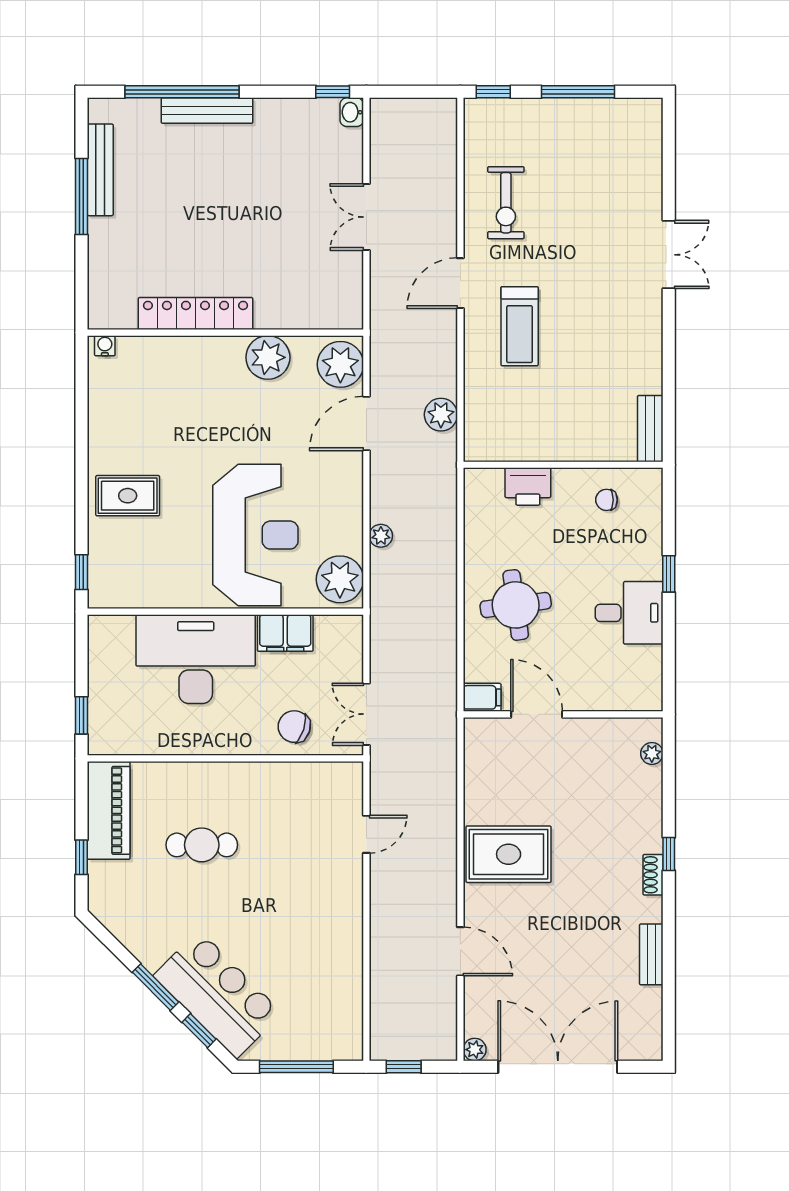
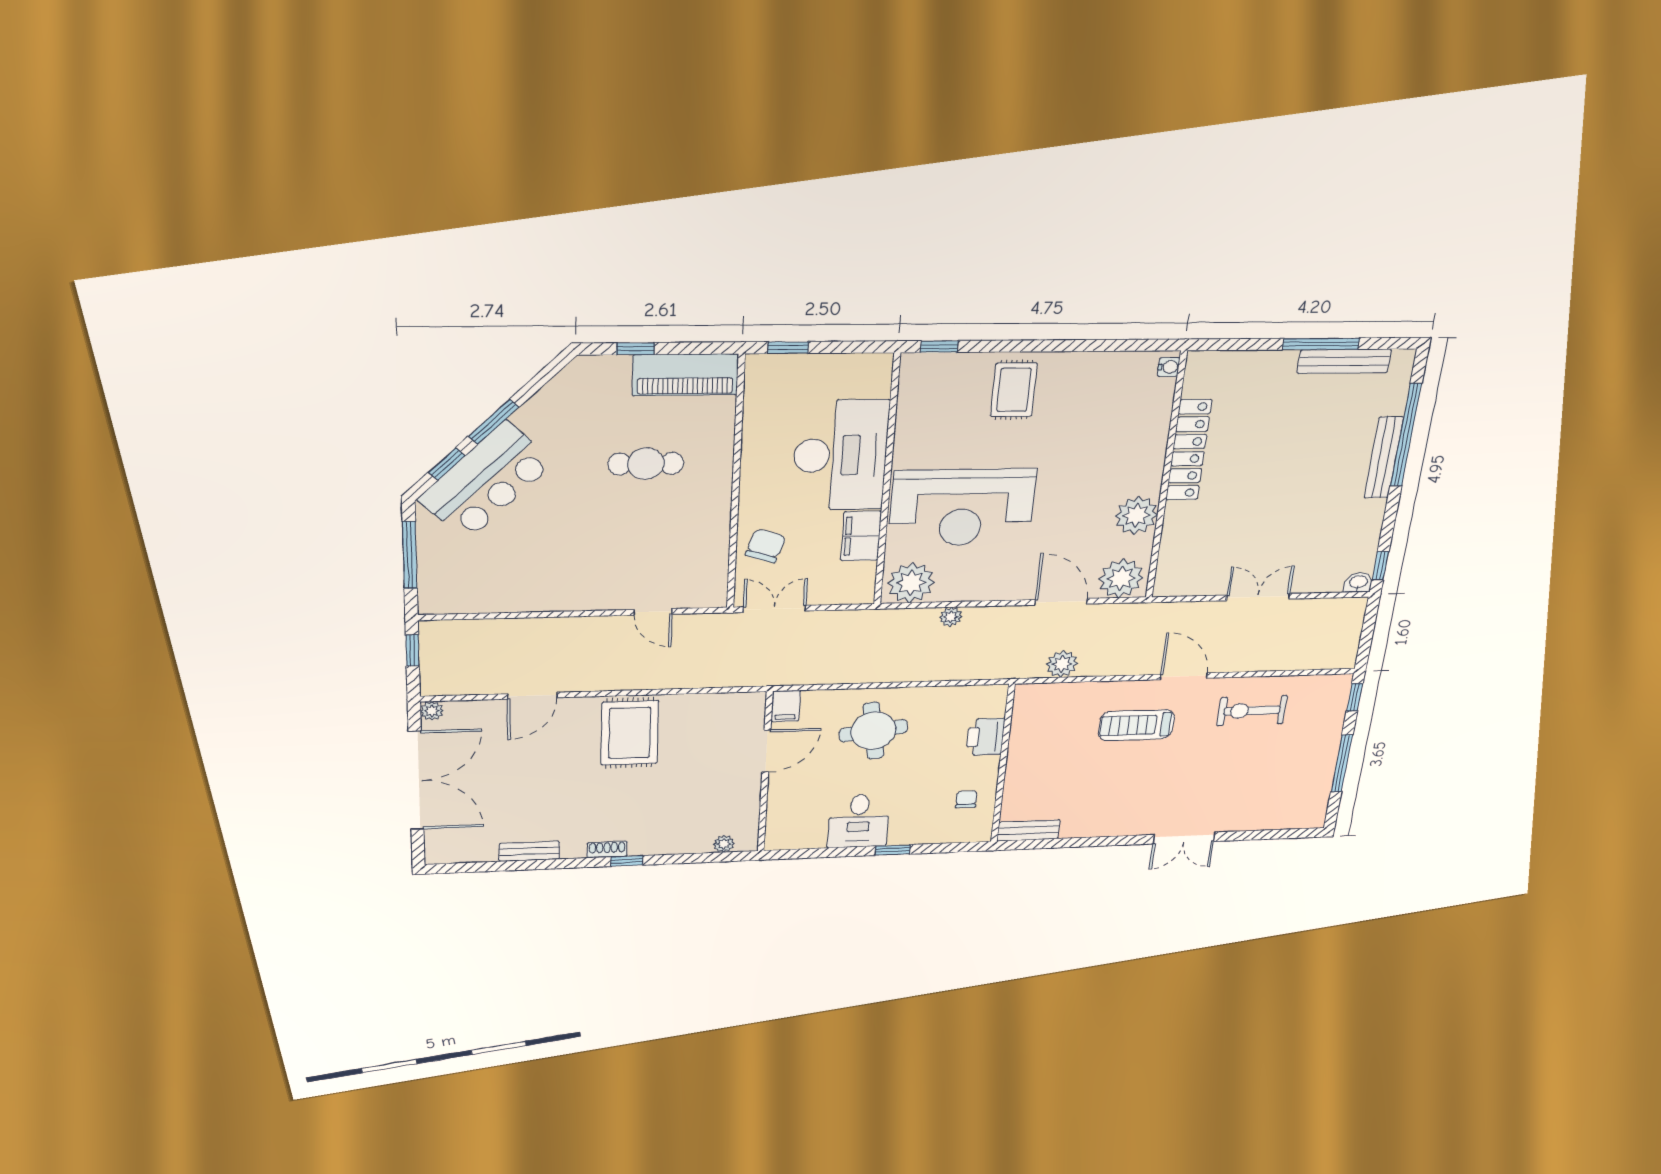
cafe table: (202, 845) -> (646, 464), turned 90

